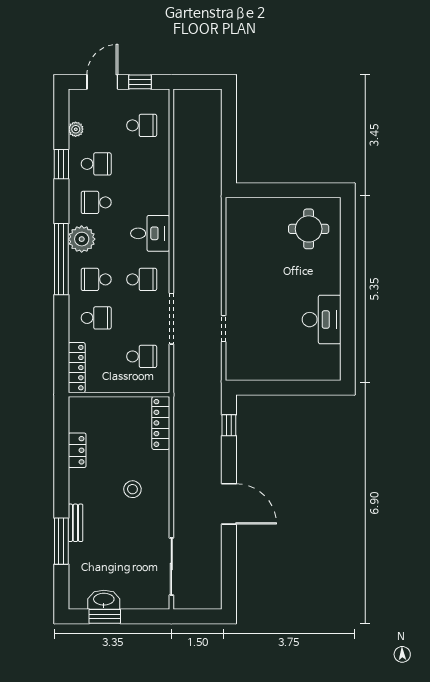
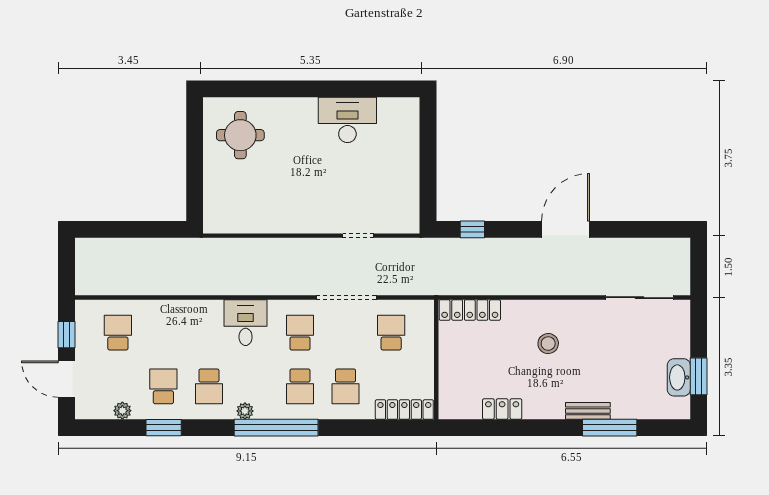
plant: (82, 239) -> (245, 411), width x0.53, depth x0.53
school desk: (96, 318) -> (346, 386), turned 180

